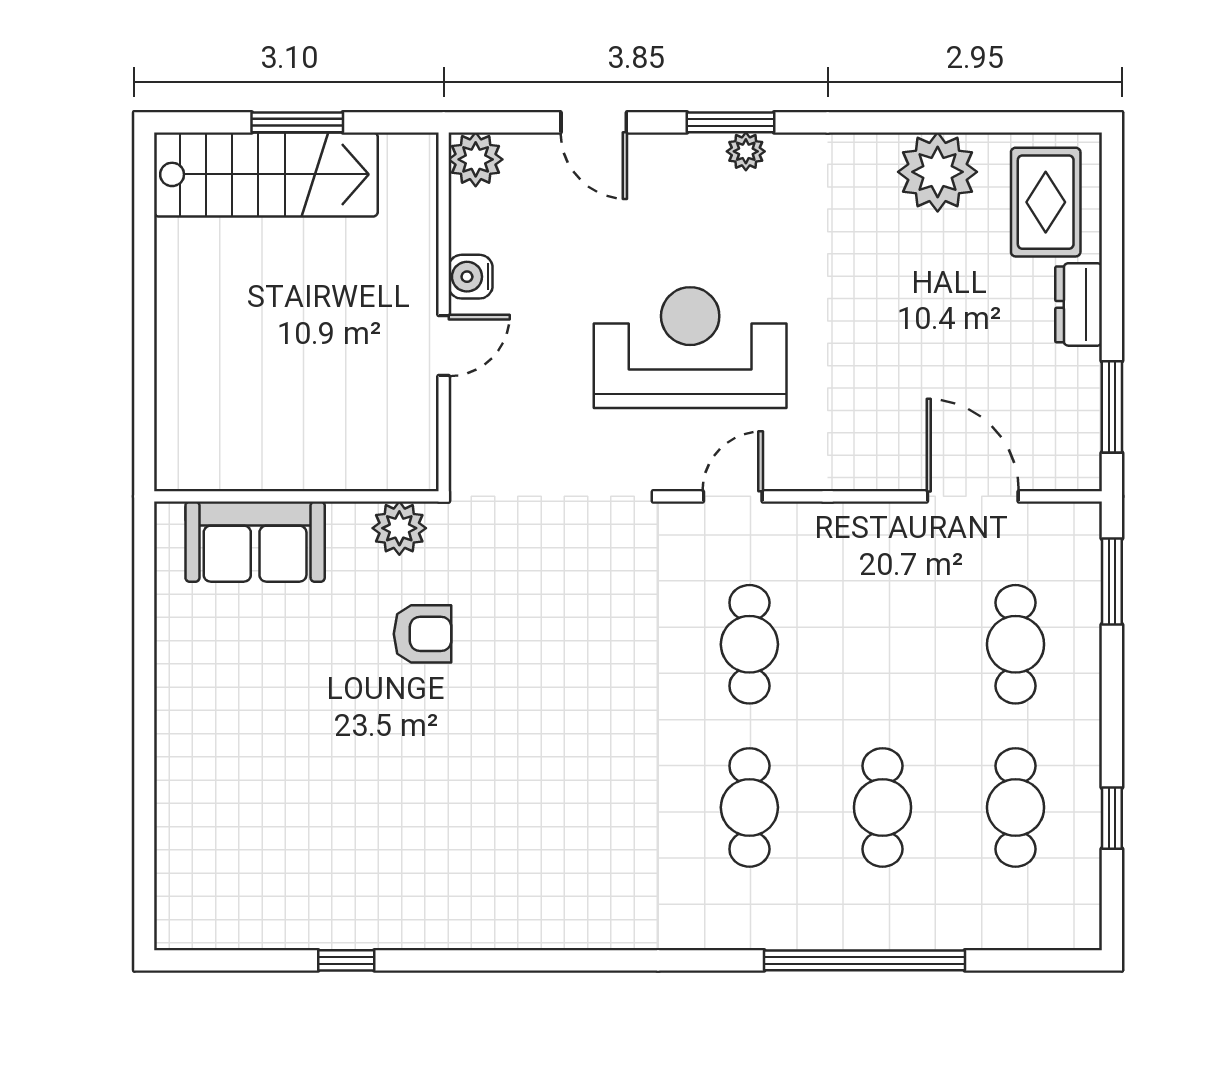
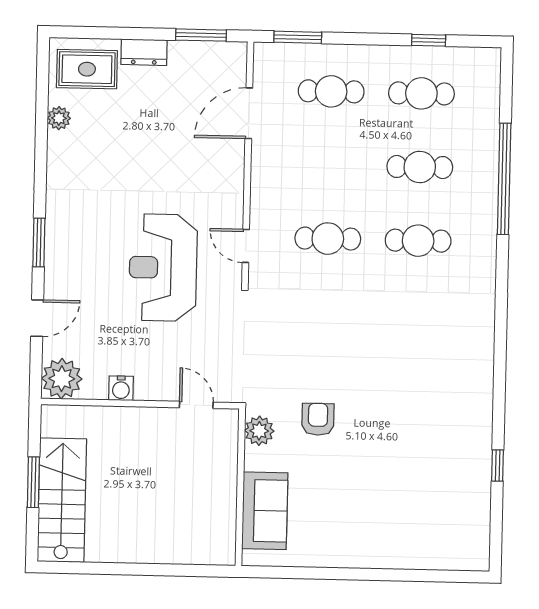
plant: (746, 151) -> (55, 234), removed
plant: (476, 159) -> (62, 379), width x1.36, depth x1.36
plant: (938, 172) -> (59, 118), width x0.53, depth x0.53
door: (444, 345) -> (196, 405), moved

